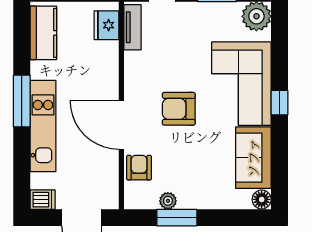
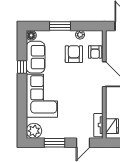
window: (279, 103) -> (22, 67), moved
armchair: (179, 109) -> (74, 54), moved, turned -90
window: (177, 218) -> (60, 26), moved

